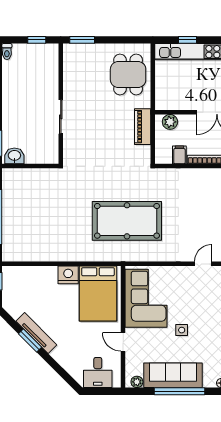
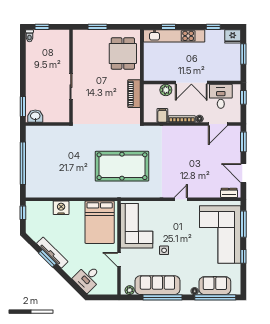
window: (37, 40) -> (42, 27), moved
window: (82, 40) -> (97, 27), moved
plant: (170, 122) -> (166, 90), moved
nightstand: (68, 275) -> (61, 208), moved
desk: (98, 372) -> (88, 278), moved, turned 45

